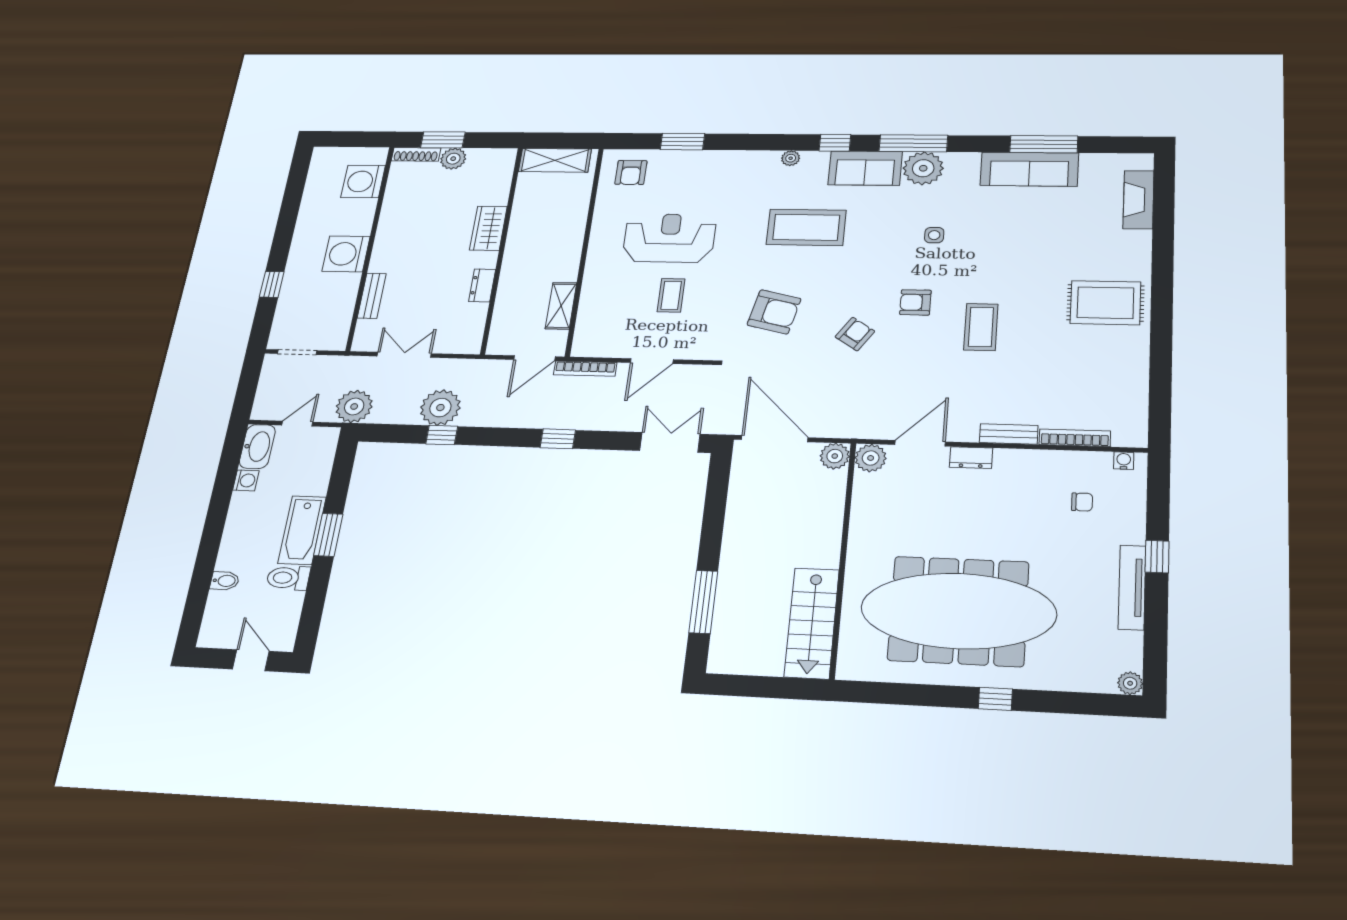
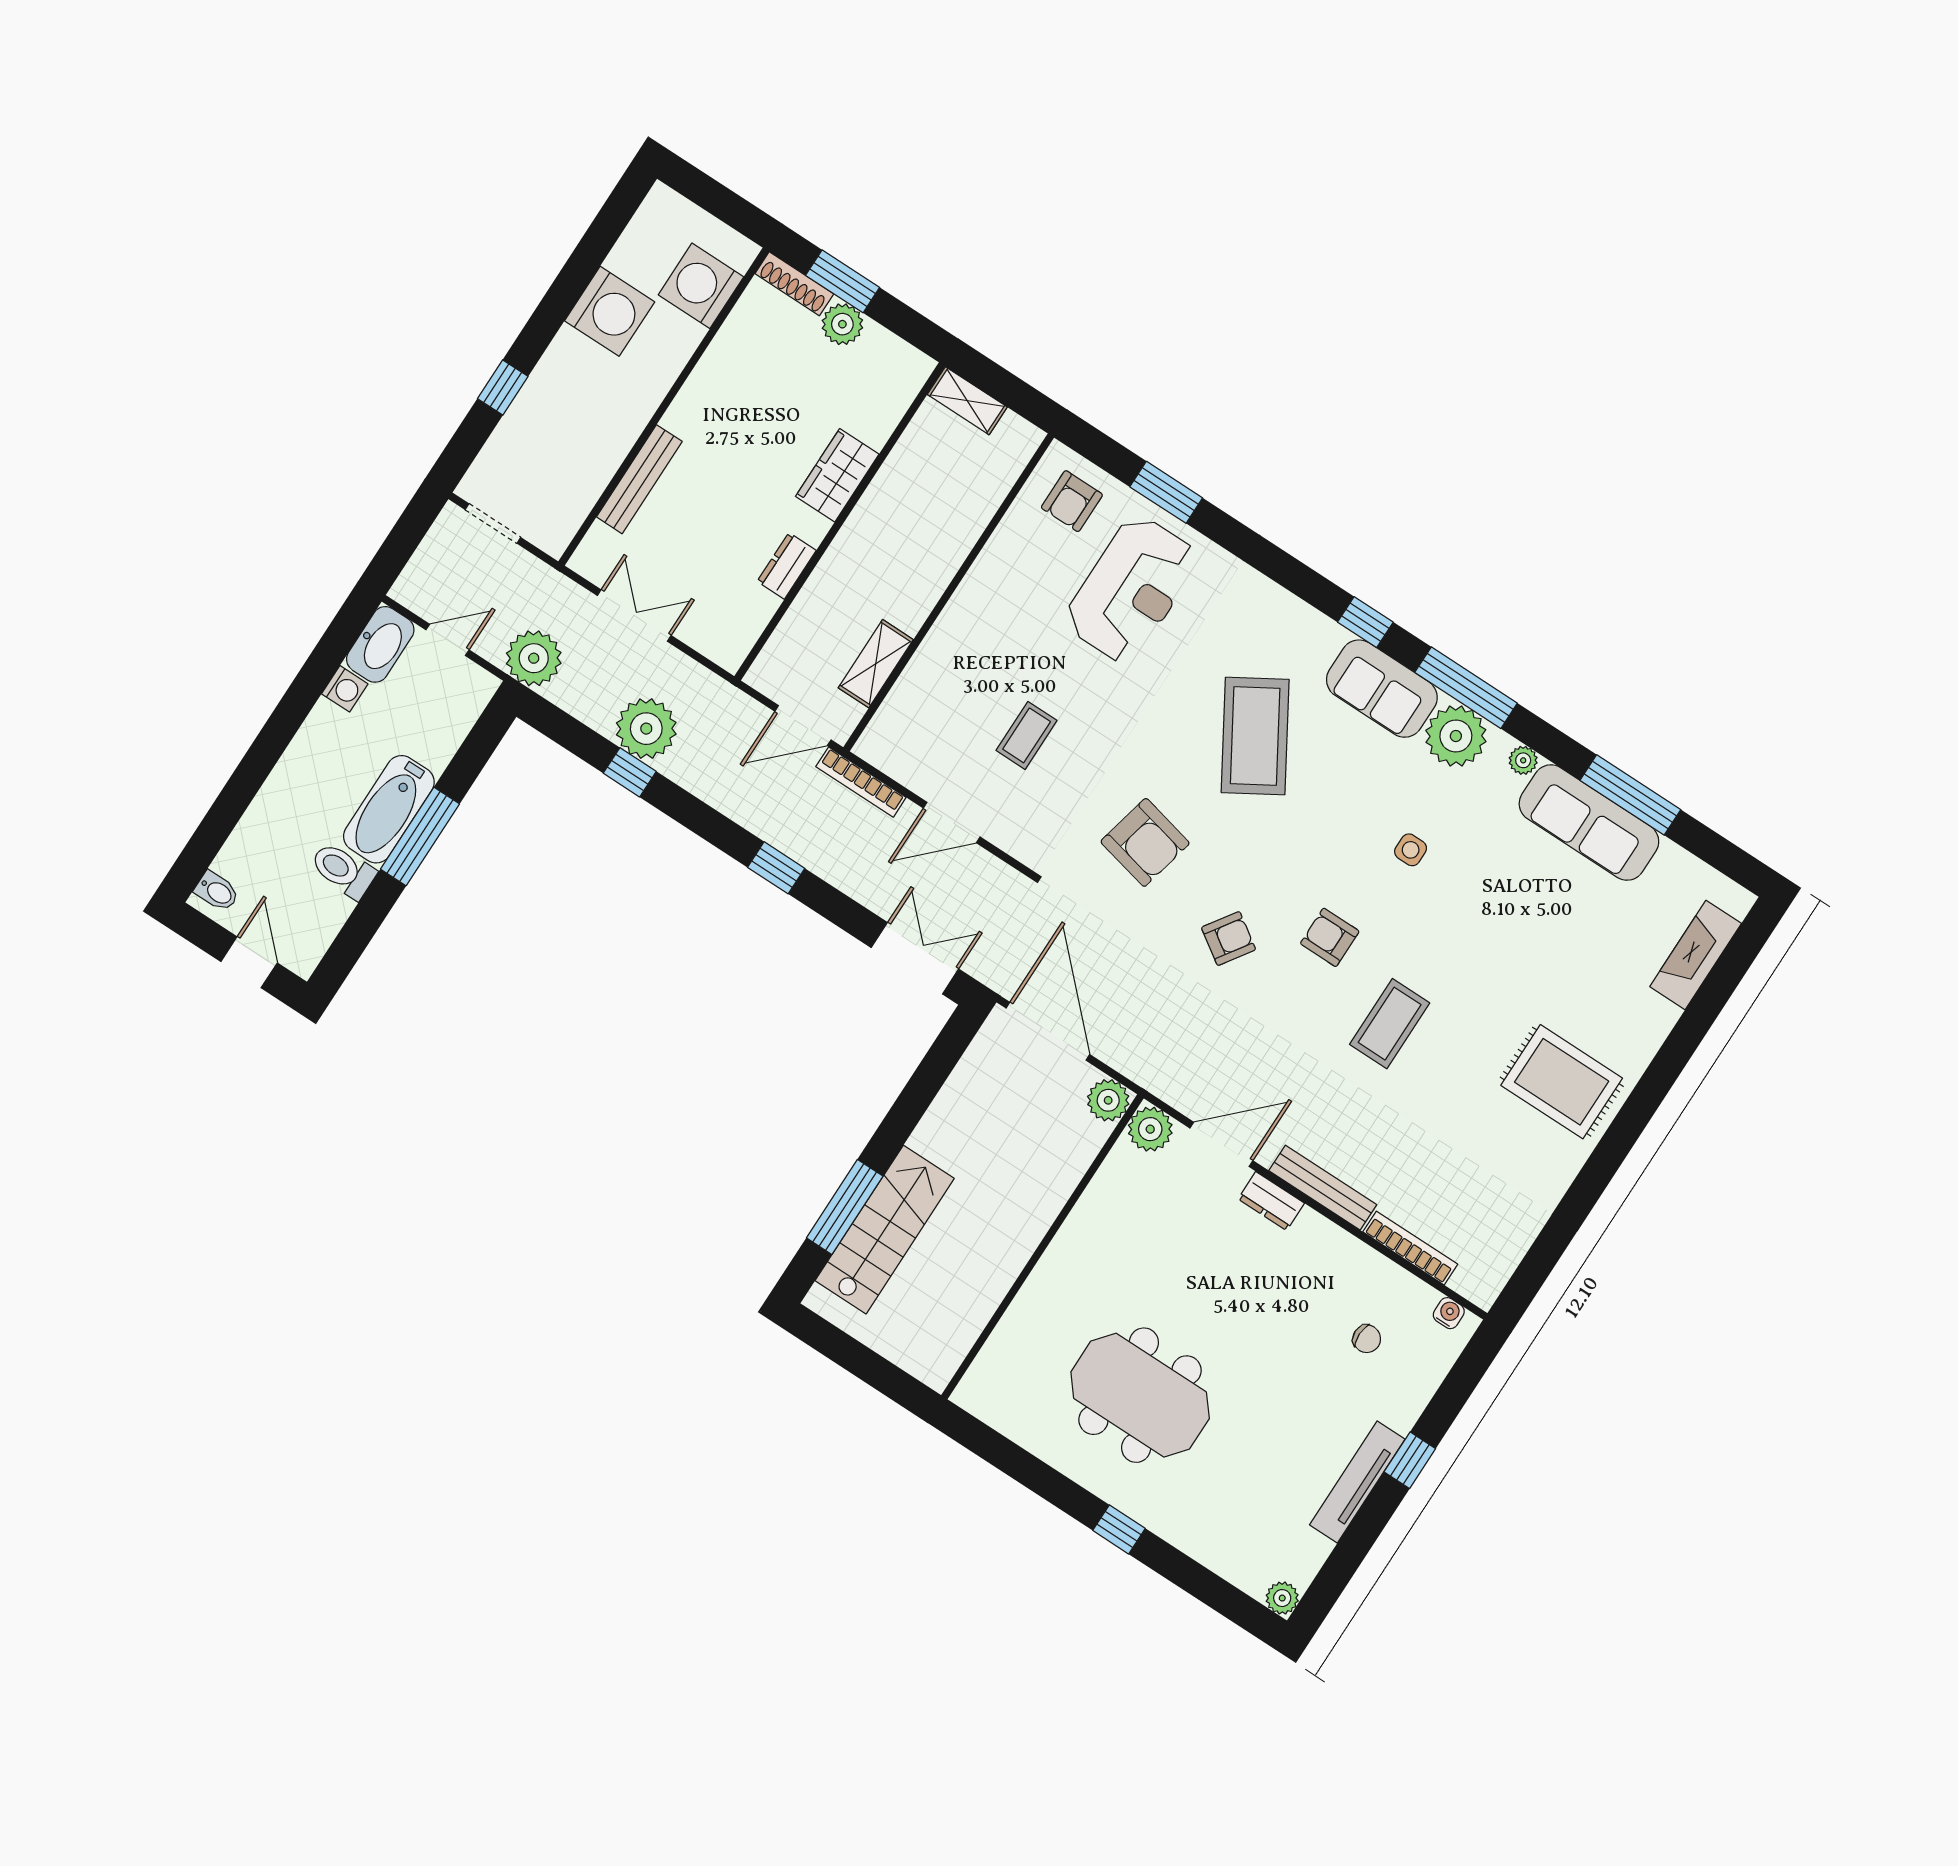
plant: (791, 158) -> (1523, 760), moved
shelving: (555, 160) -> (967, 401), width x0.67, depth x0.75
coffee table: (806, 227) -> (1255, 736), turned 59
reception desk: (669, 238) -> (1131, 589), moved, turned 90
washing machine: (346, 254) -> (610, 311), moved, turned 180
bench: (372, 296) -> (639, 479), width x1.36
bench: (1009, 434) -> (1323, 1188), width x1.36
window: (328, 535) -> (420, 836), width x1.44
bidet: (225, 581) -> (217, 891), moved
meeting table: (958, 611) -> (1140, 1395), width x0.54, depth x0.79
stairs: (812, 623) -> (885, 1230), moved, turned 180

